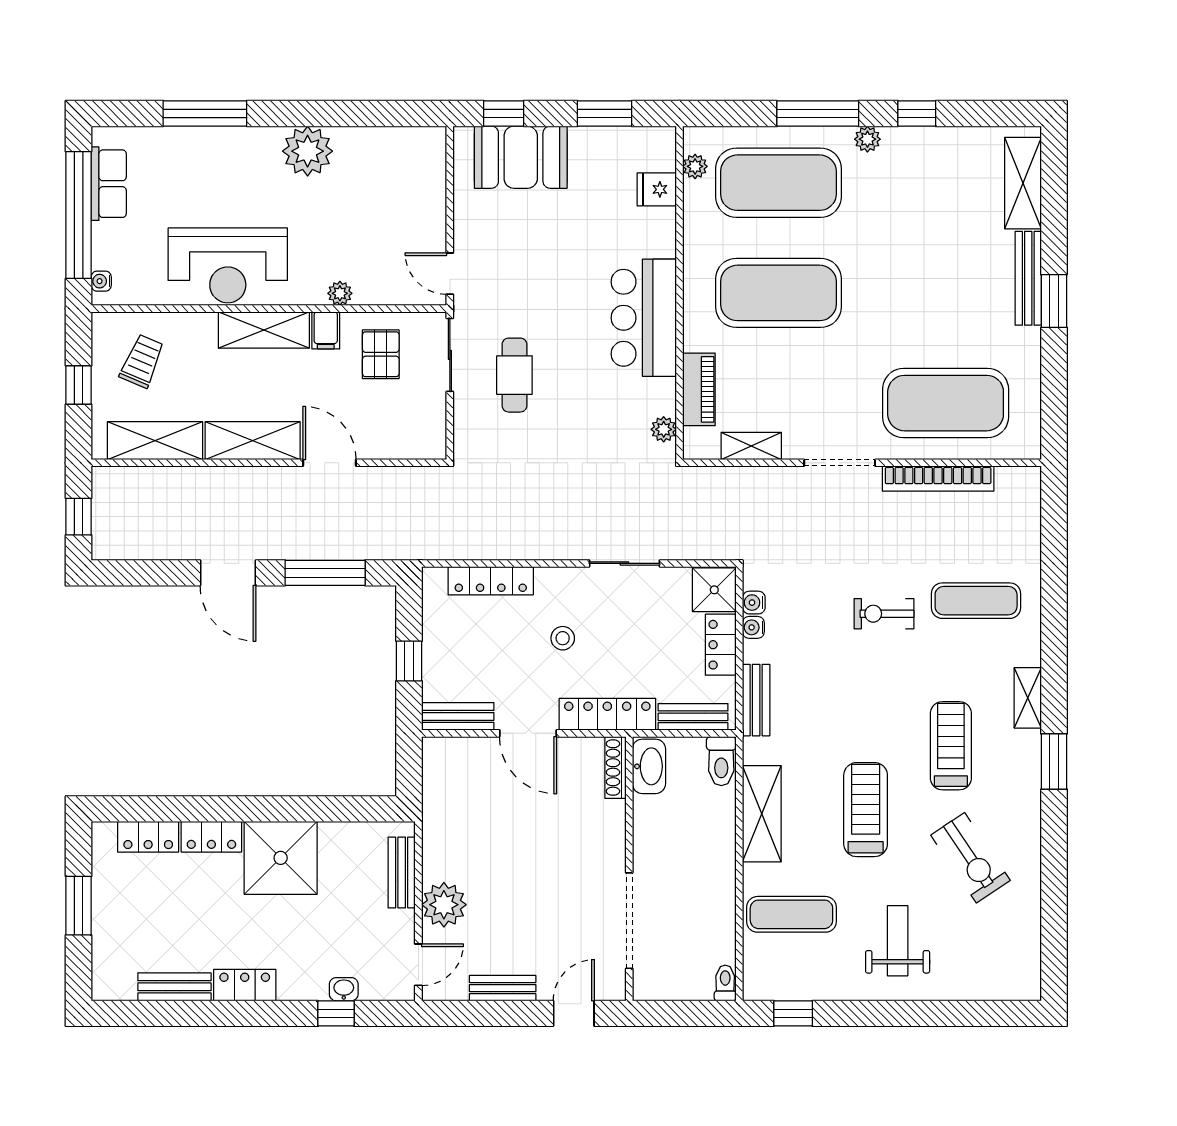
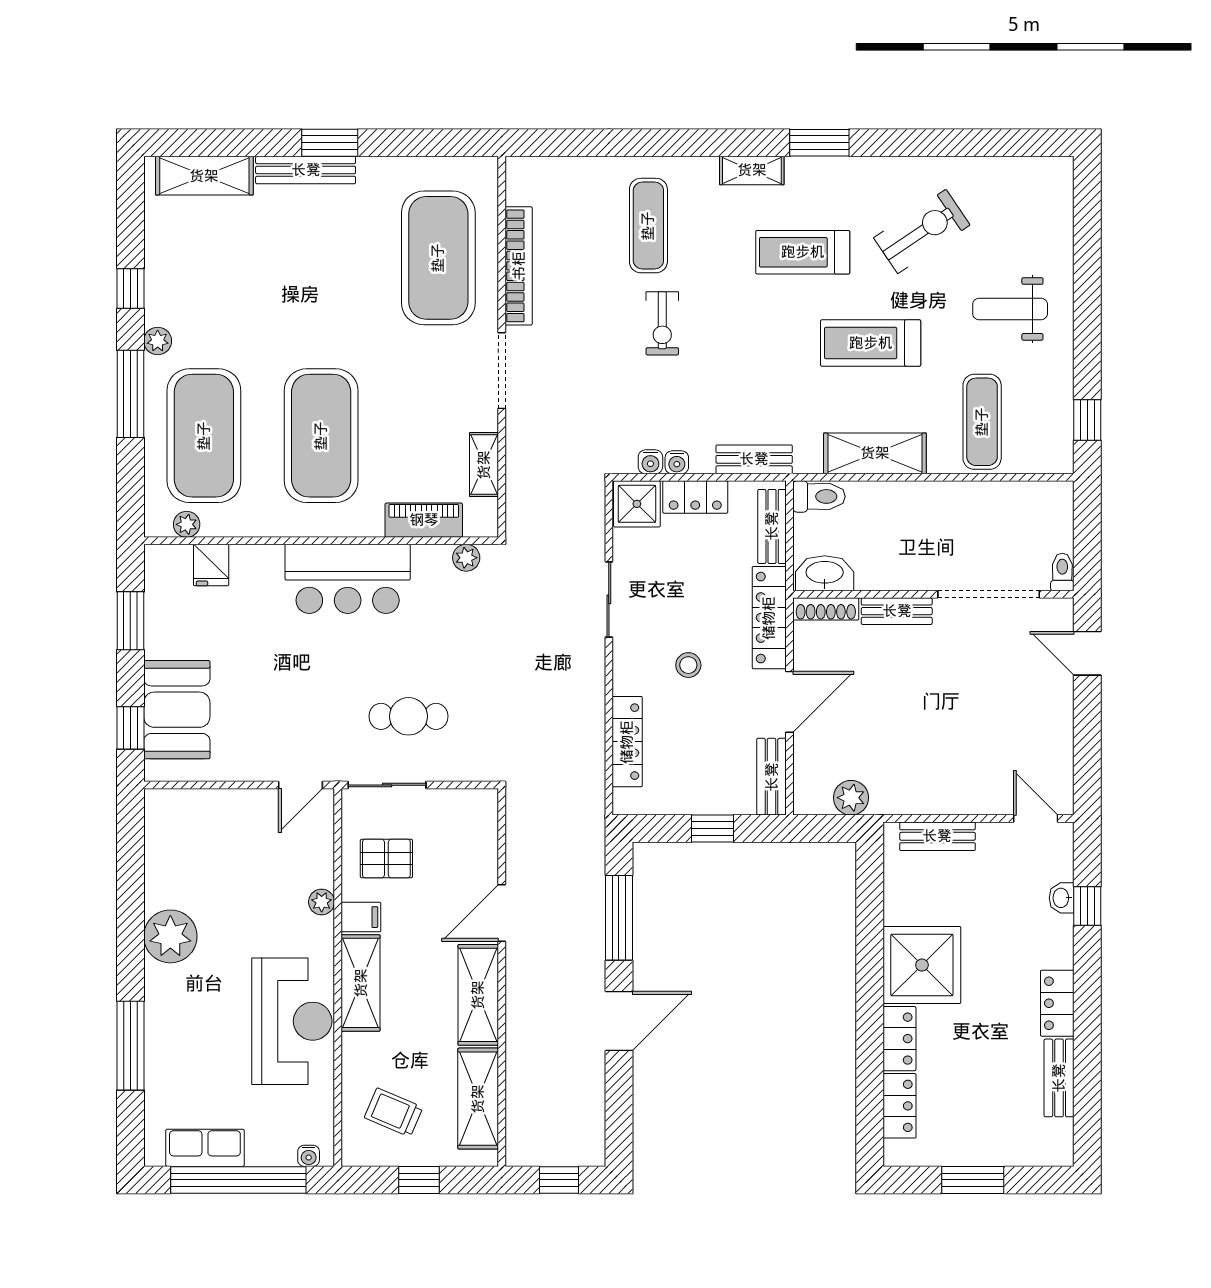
plant: (444, 905) -> (851, 798), moved, width x0.73, depth x0.73
toilet: (725, 983) -> (1062, 572), moved, turned 90
bench: (503, 988) -> (897, 611), moved, turned 90

